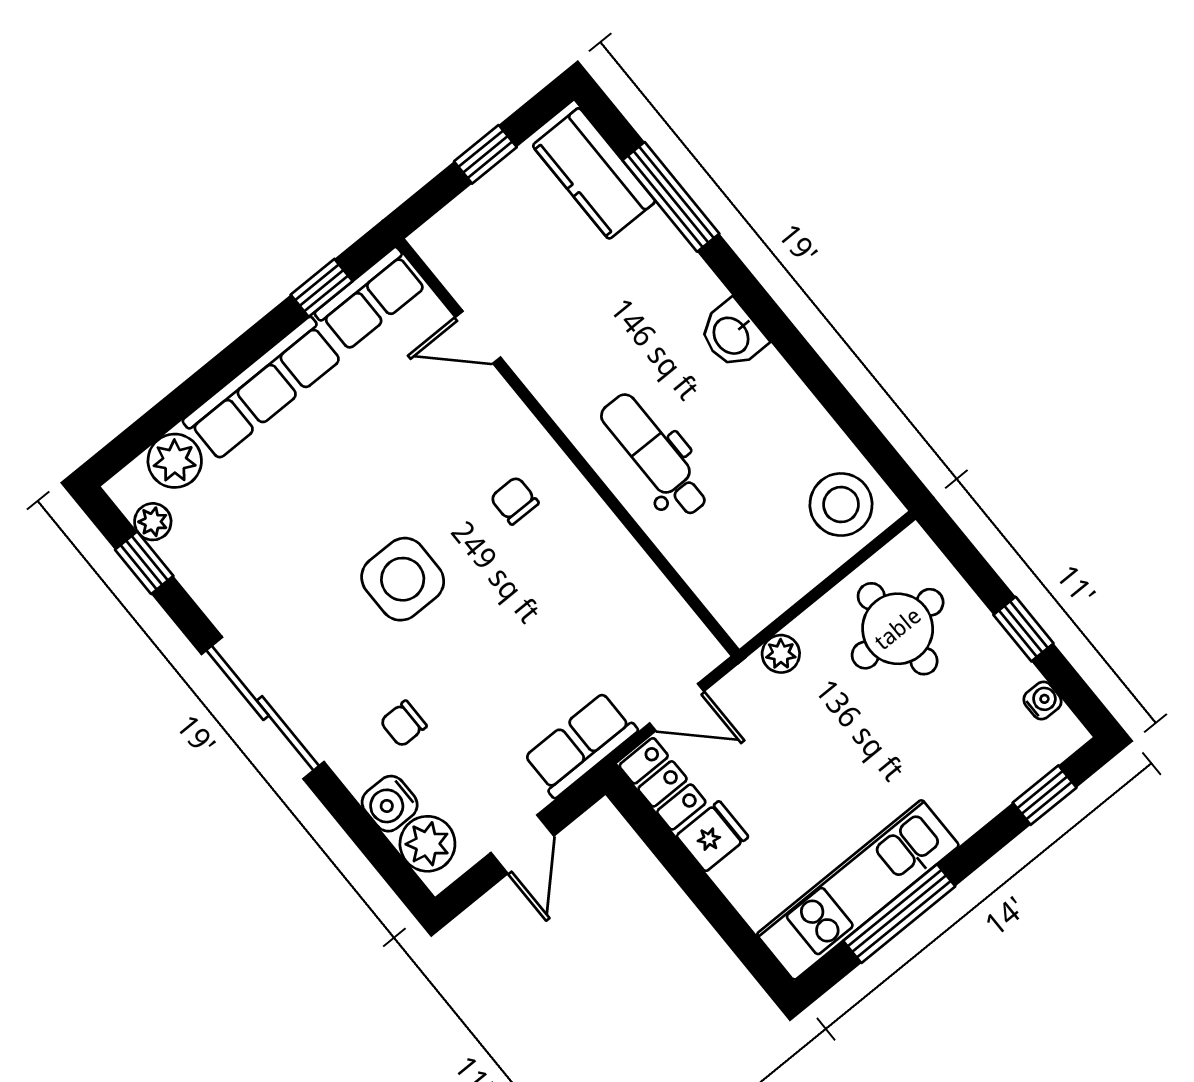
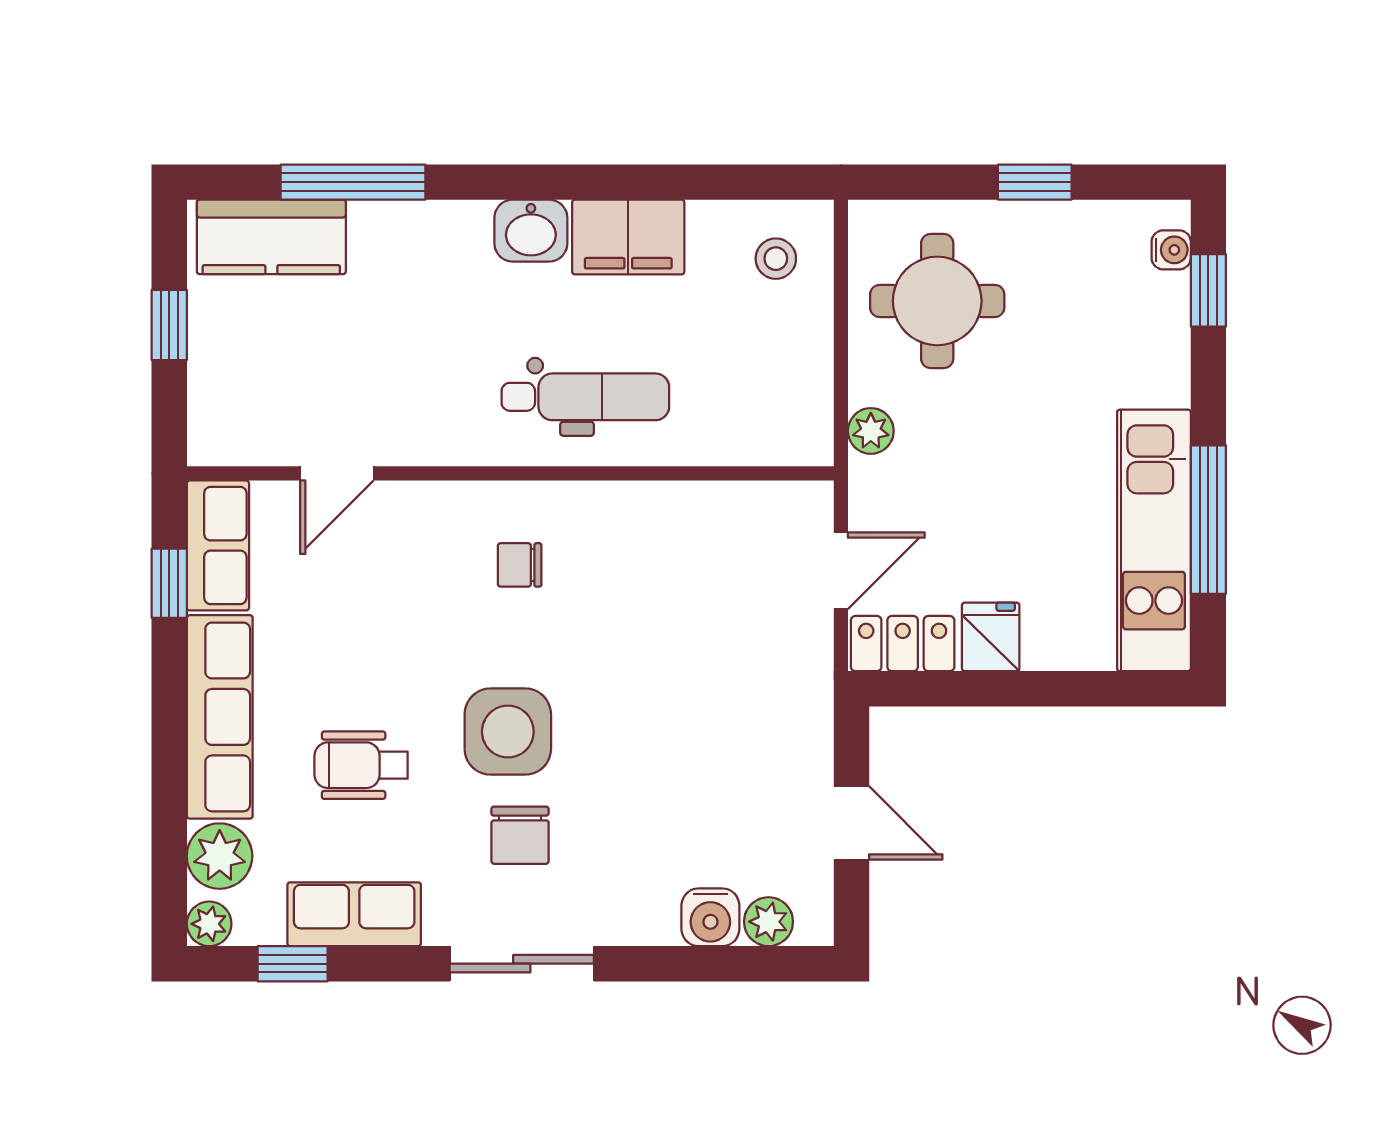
filing cabinet: (778, 400) -> (628, 237), added
dental chair: (655, 455) -> (585, 397), turned 180
wheelchair: (305, 503) -> (361, 765), added
stool: (841, 505) -> (776, 259), width x0.53, depth x0.53
plant: (153, 522) -> (209, 924), moved
water cooler: (1042, 700) -> (1171, 250), moved, turned 90
sliding door: (263, 708) -> (522, 964), width x0.73
chair: (403, 724) -> (520, 835), moved, width x1.37, depth x1.37
row of seats: (580, 745) -> (354, 914), moved, turned 90
plant: (427, 844) -> (768, 922), width x0.73, depth x0.73

